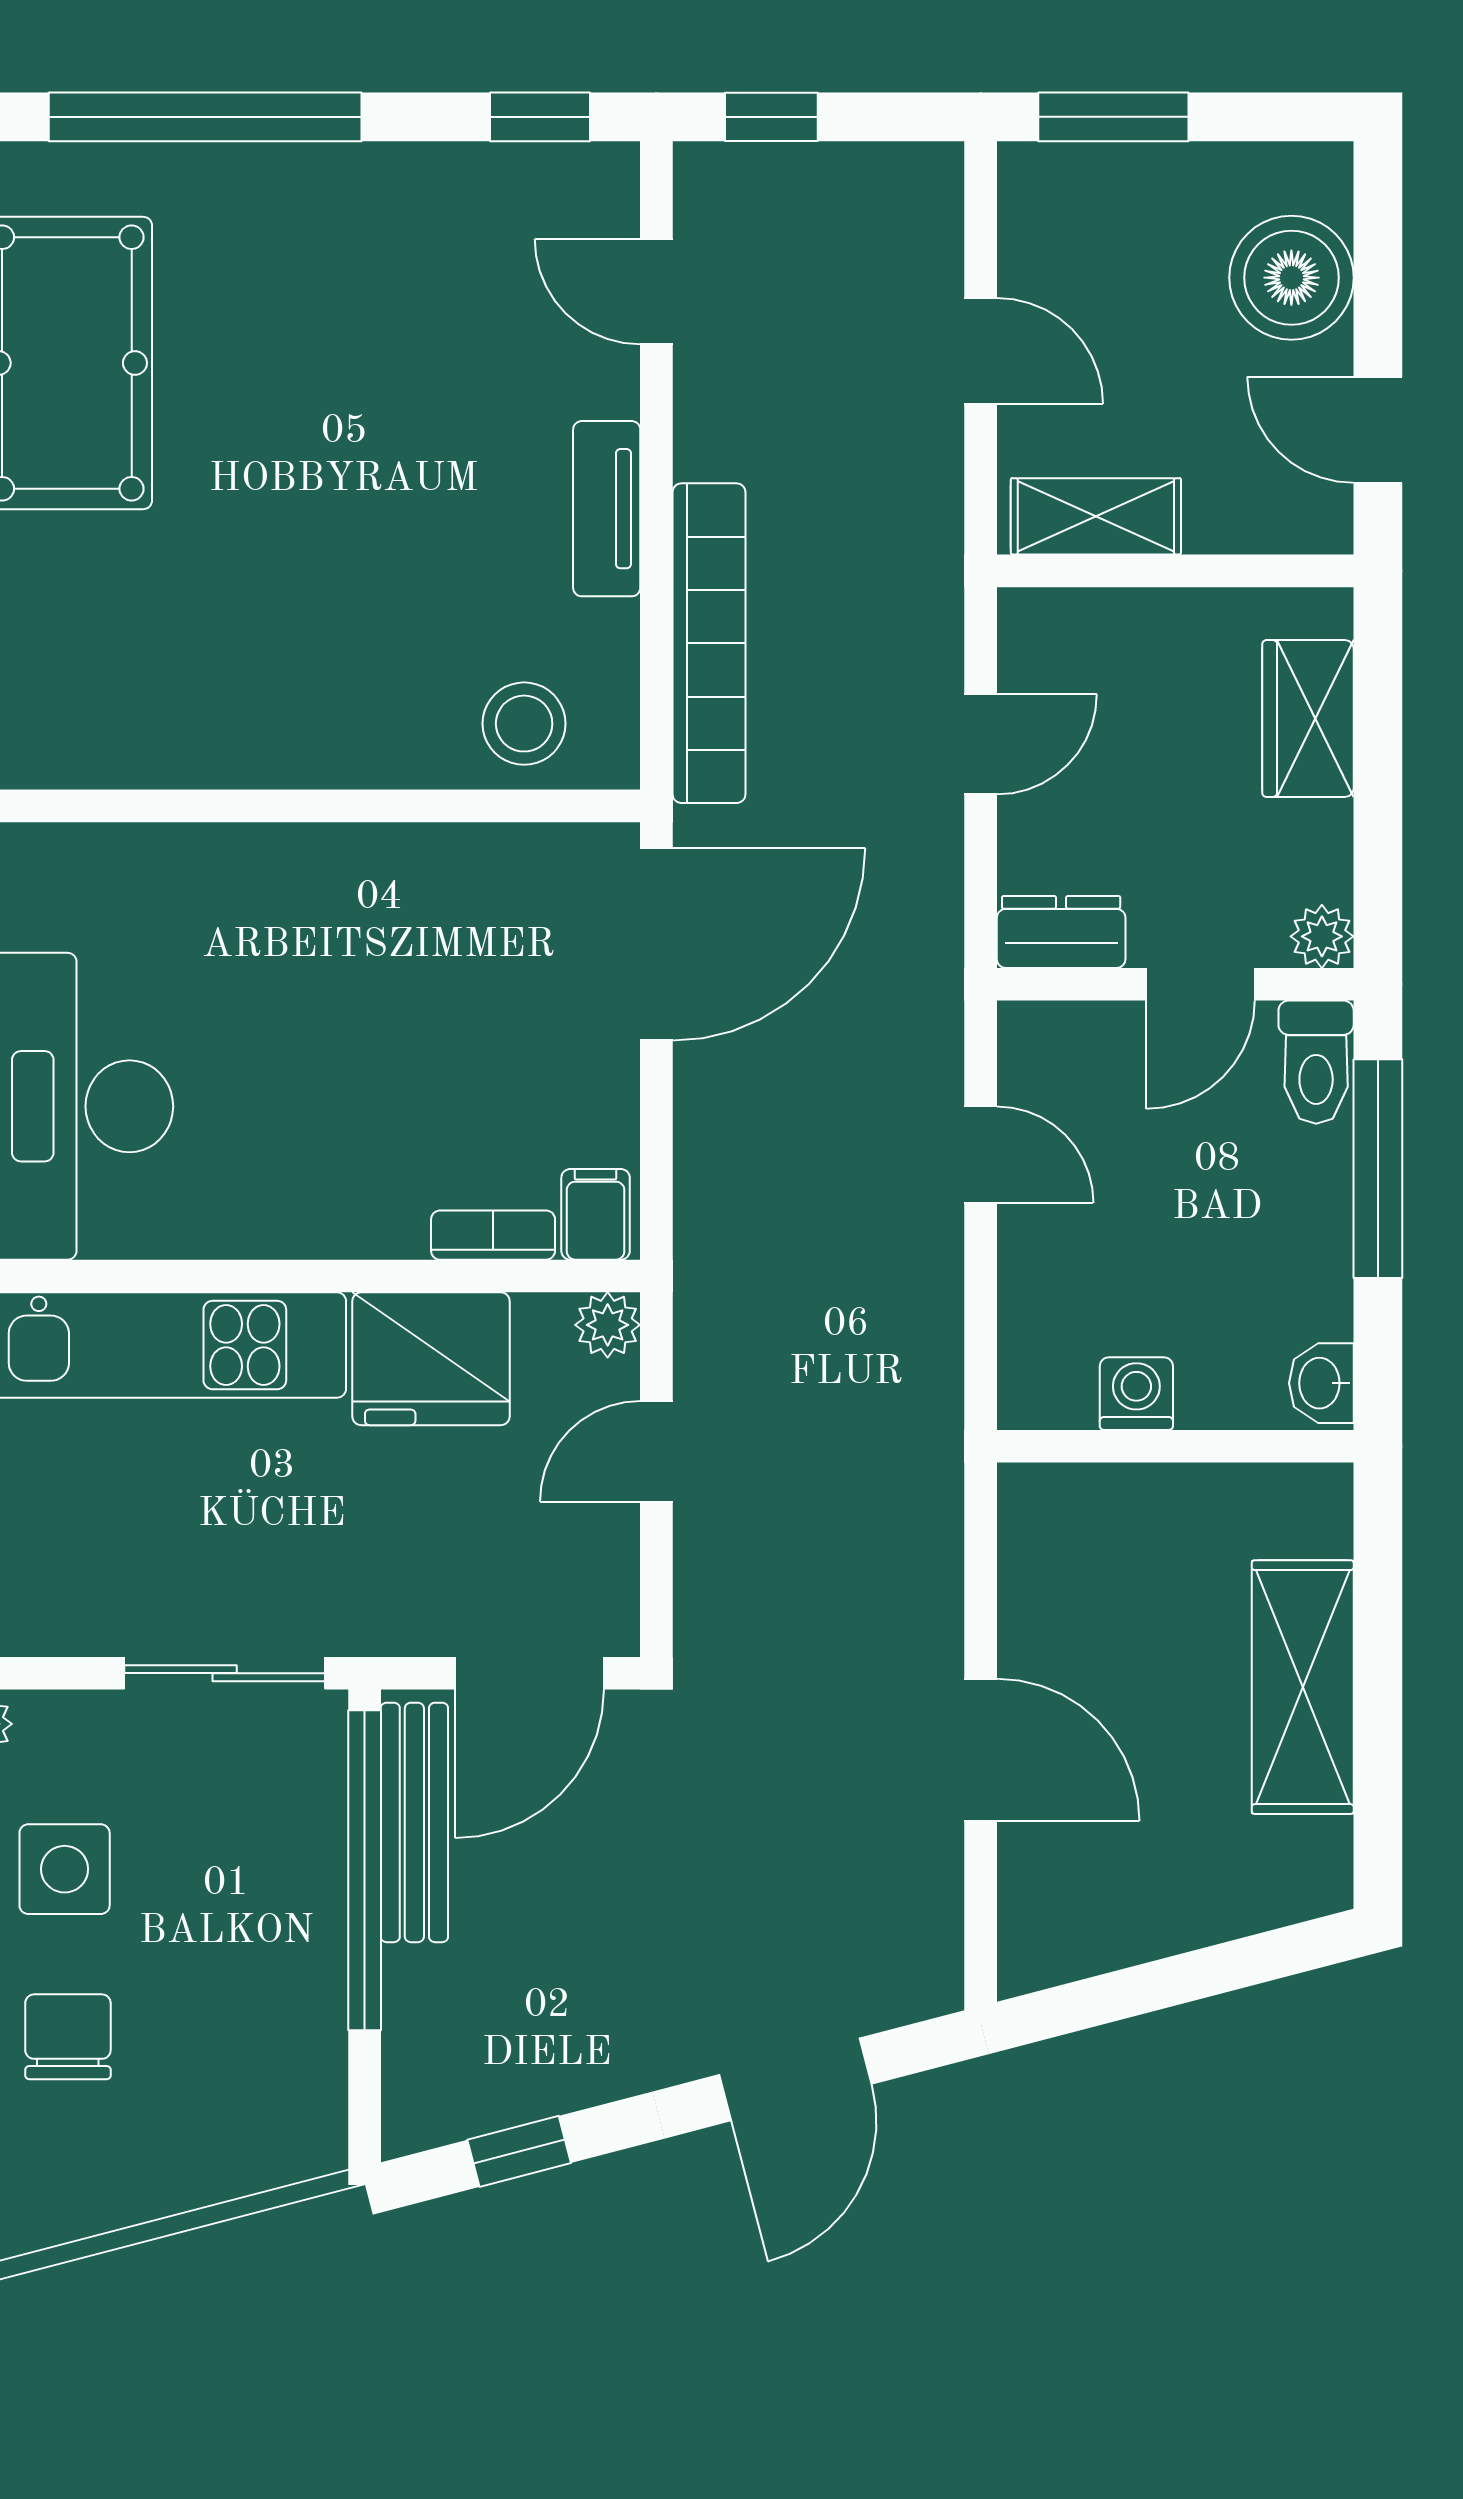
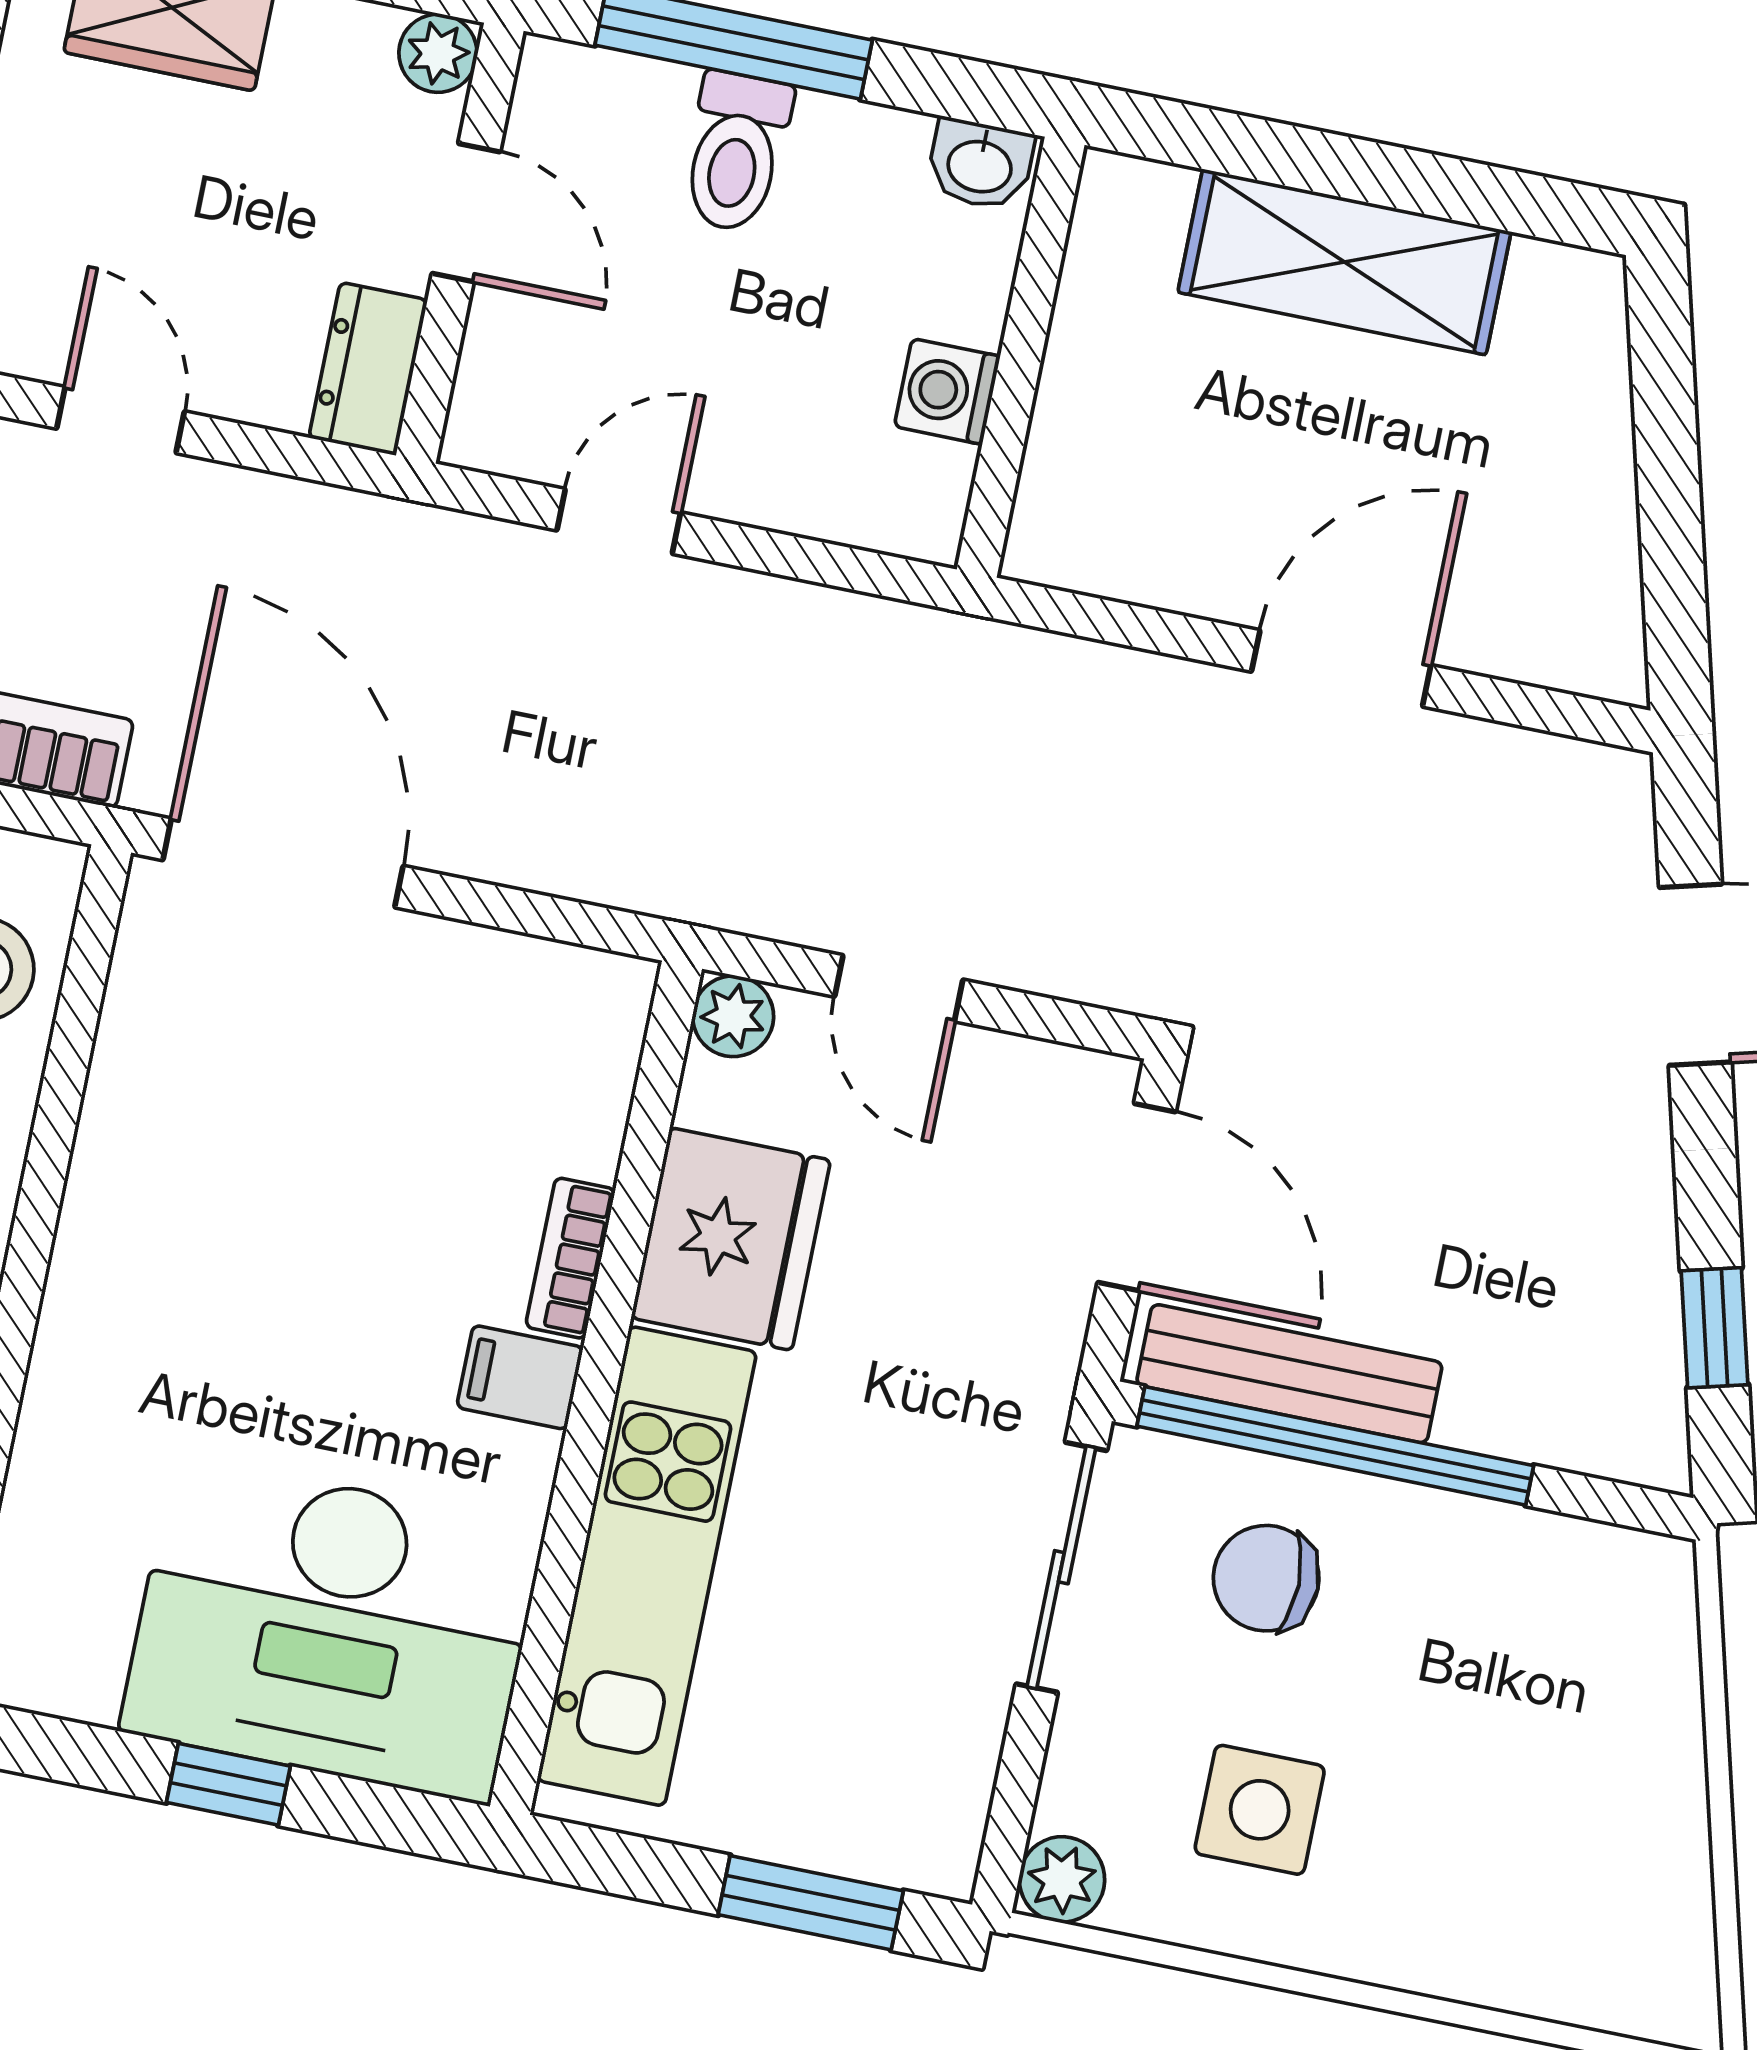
toilet: (1316, 1062) -> (736, 152), moved, turned 90
filing cabinet: (596, 1214) -> (520, 1377), moved
bookcase: (493, 1235) -> (570, 1258), moved
chair: (68, 2037) -> (1266, 1578), moved

